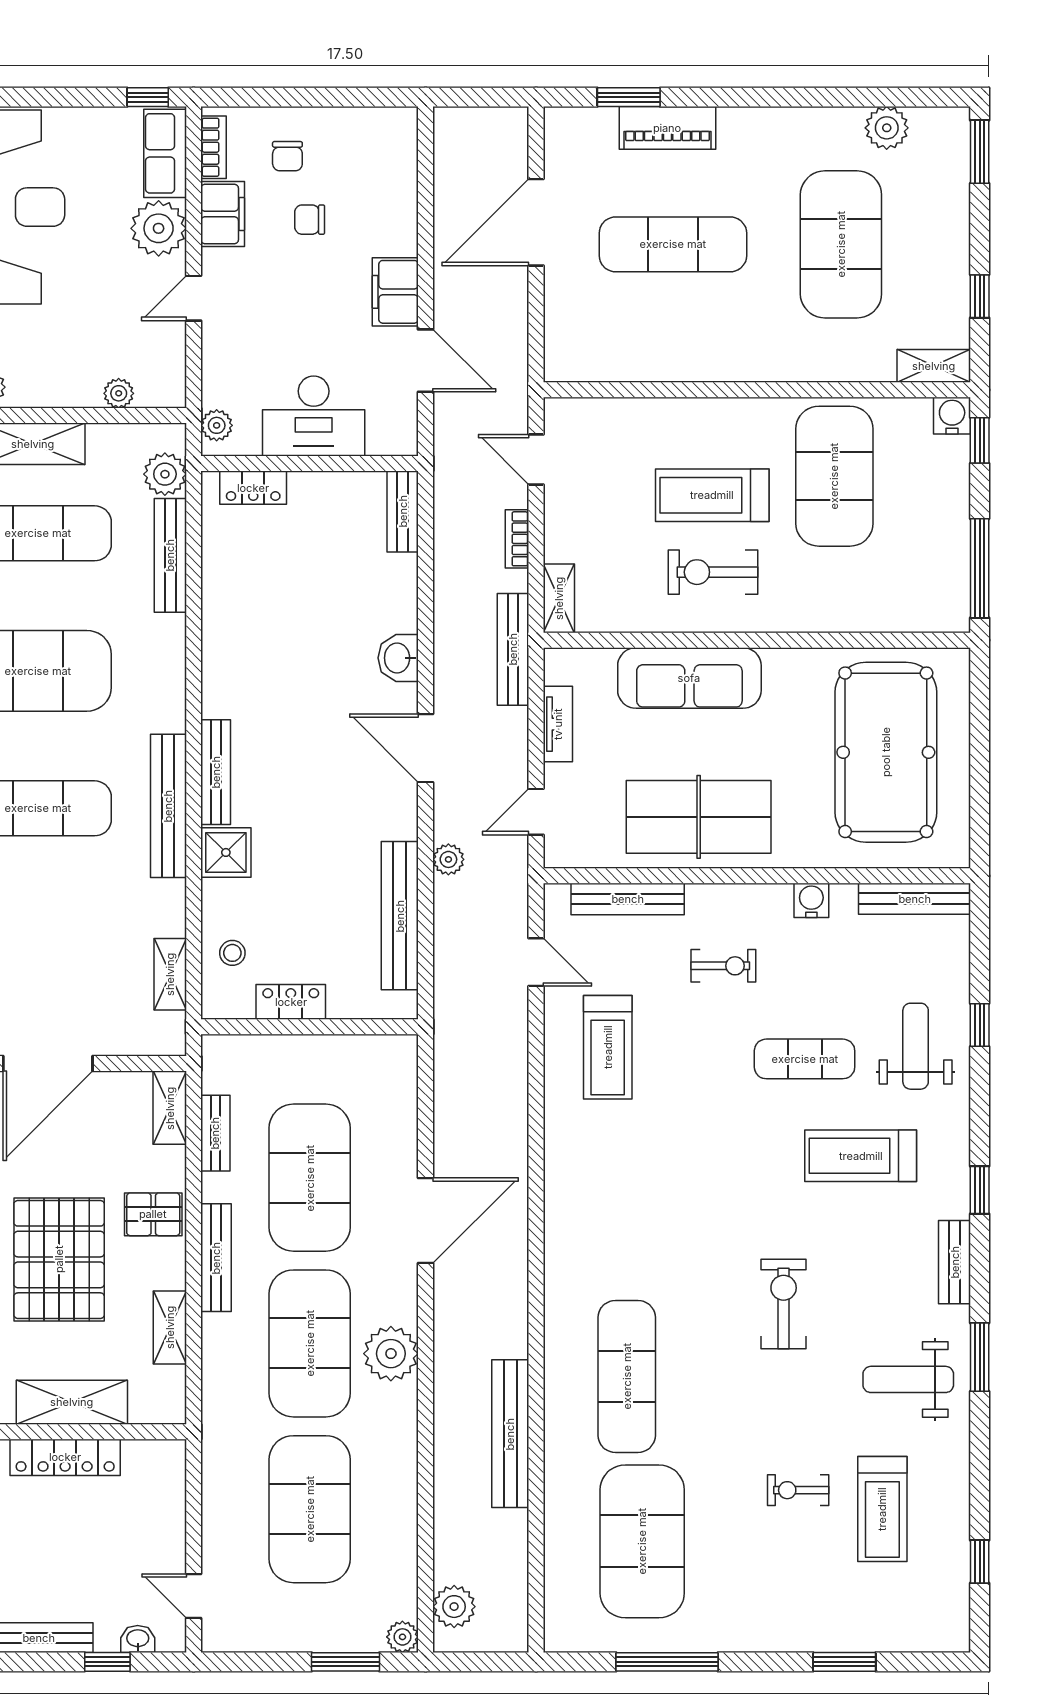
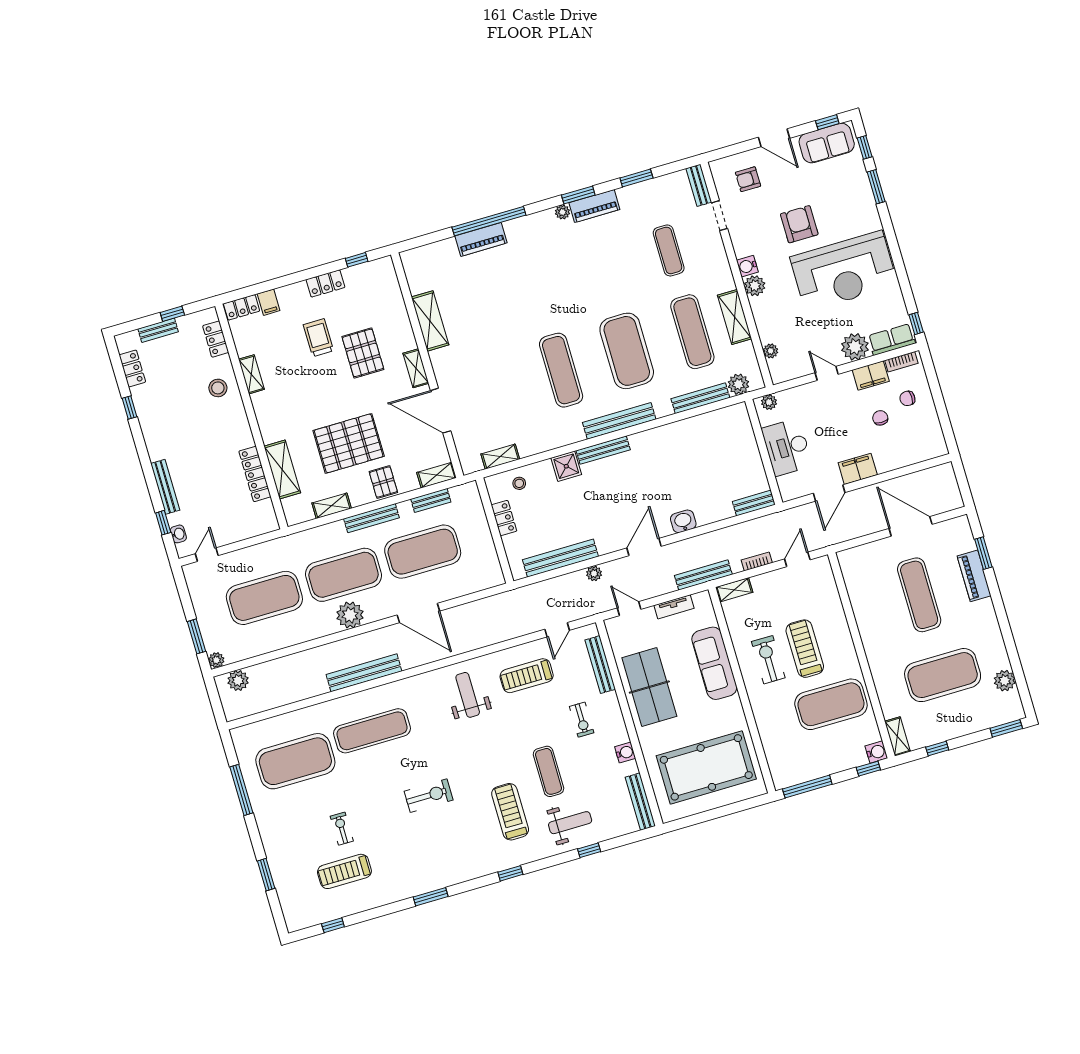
locker: (253, 488) -> (744, 428), removed
bench: (168, 806) -> (619, 421), moved
bench: (955, 1262) -> (472, 871), removed
weight bench: (908, 1379) -> (468, 695), moved
bench: (510, 1434) -> (364, 673), moved

